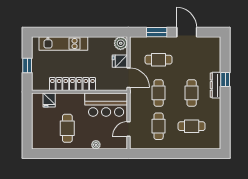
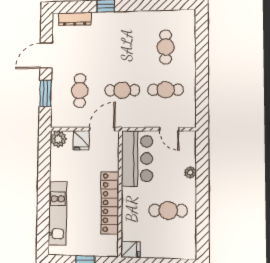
dresser: (215, 85) -> (75, 19), moved
cafe table: (192, 93) -> (123, 48), removed
fridge: (49, 100) -> (130, 250), moved

